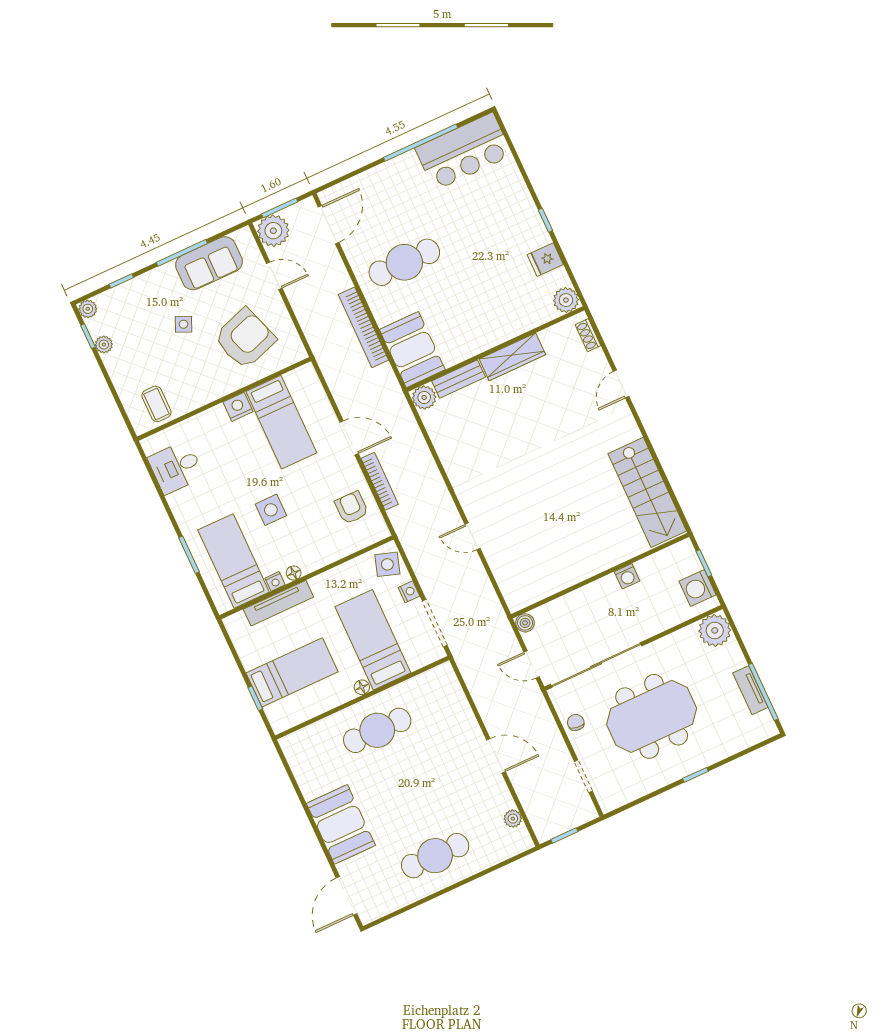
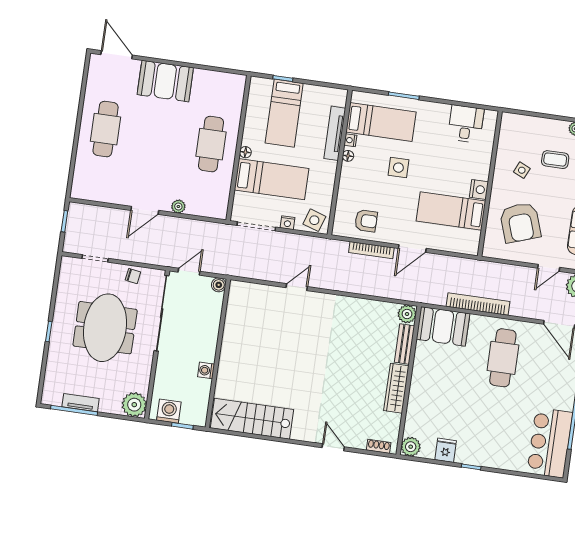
side table: (183, 324) -> (522, 170), moved
coffee table: (156, 404) -> (555, 160), moved
plant: (513, 819) -> (178, 206), moved

